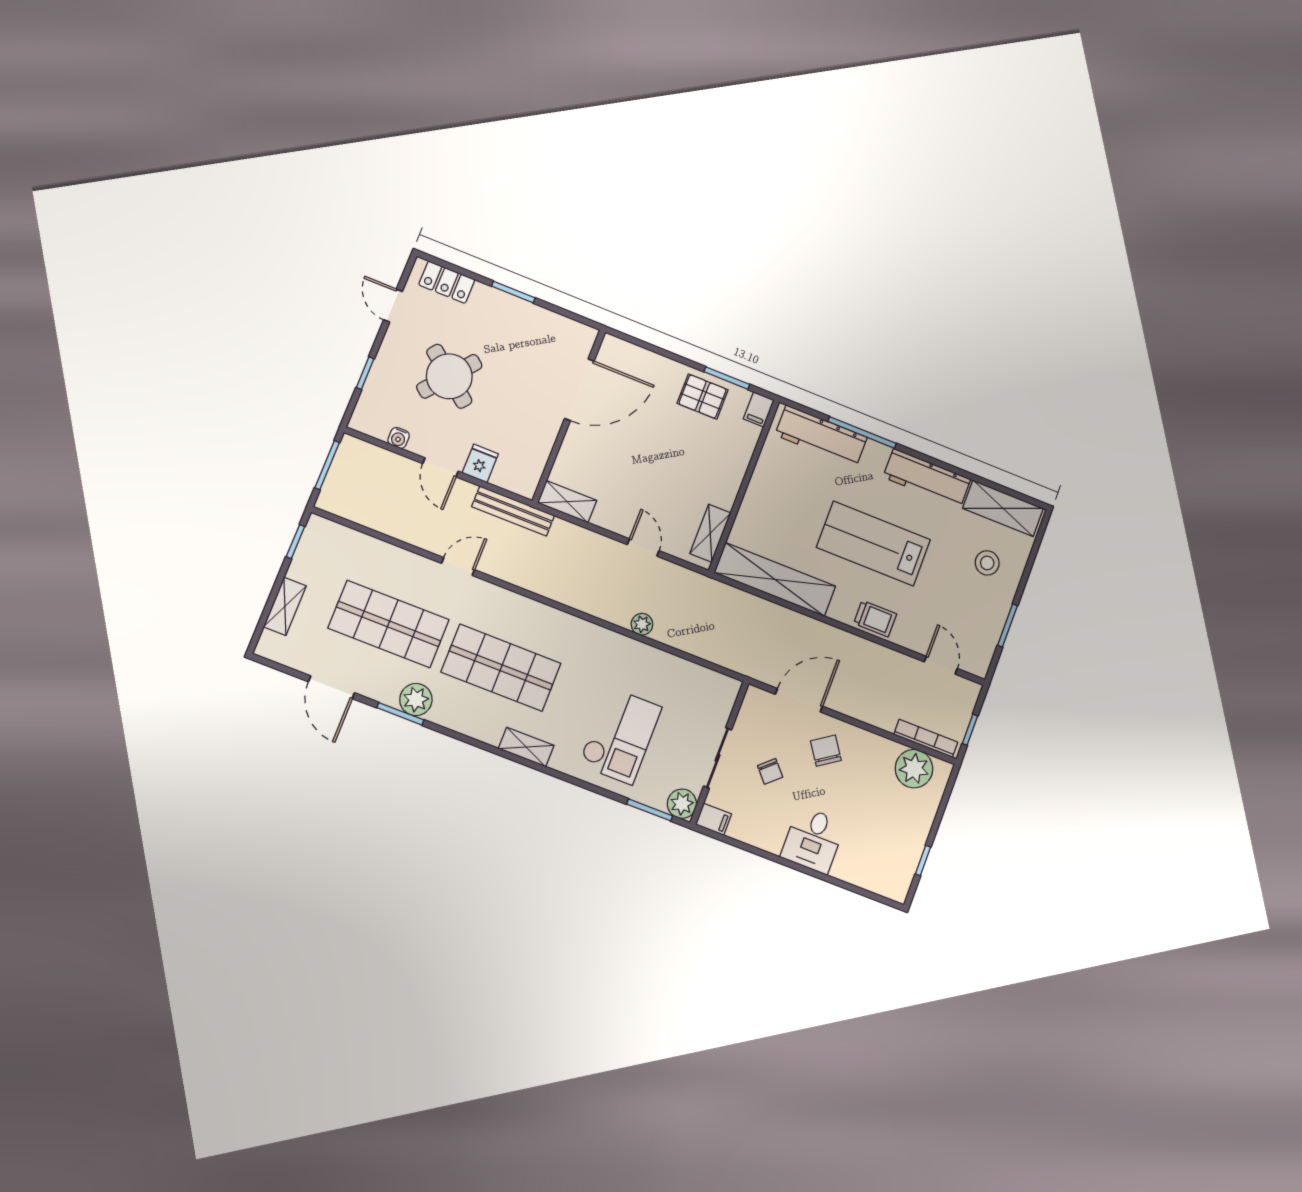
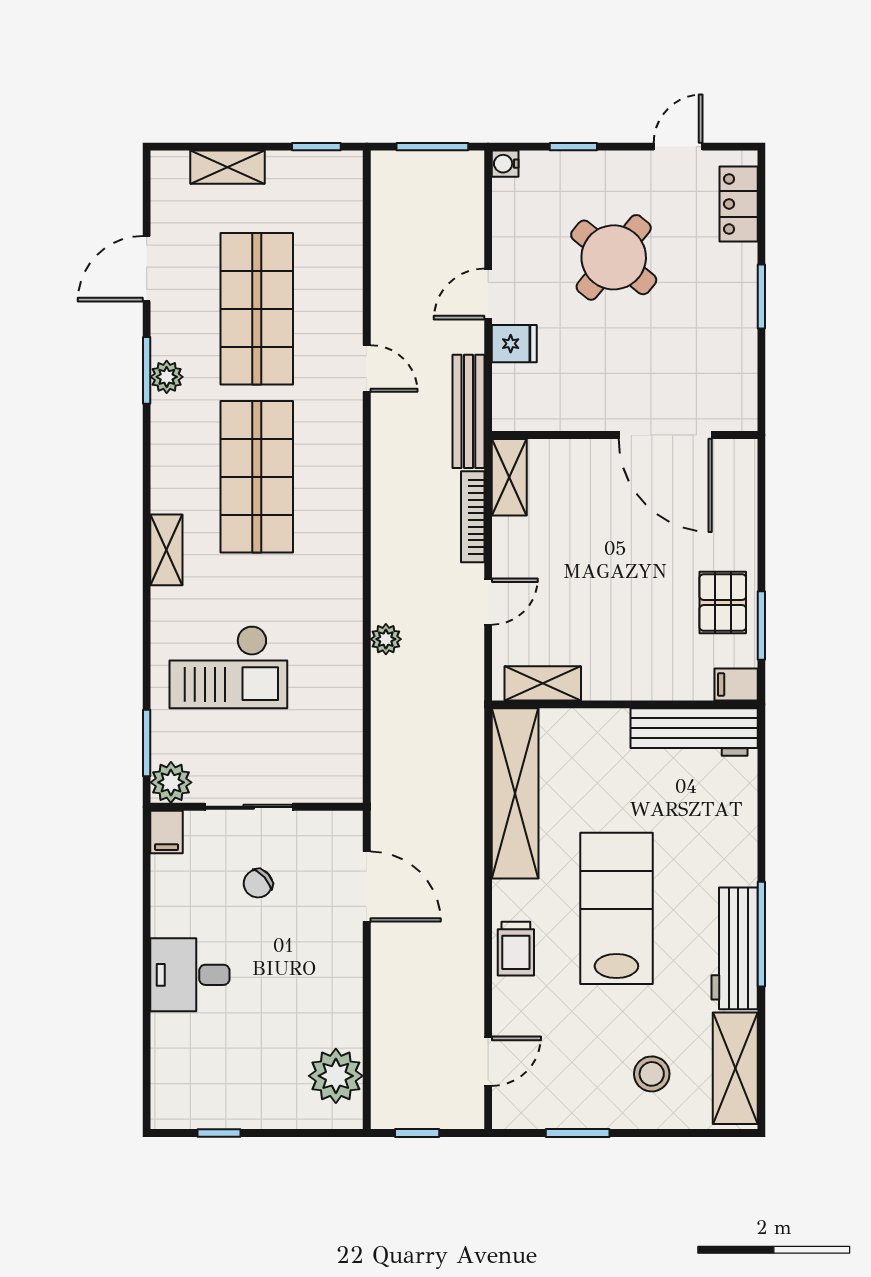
window: (862, 432) -> (761, 934), moved
workbench: (821, 436) -> (694, 732), moved, turned -90
water cooler: (399, 438) -> (505, 164), moved
plant: (416, 700) -> (167, 377), width x0.73, depth x0.73
bookcase: (926, 738) -> (473, 517), moved, turned 180
chair: (826, 751) -> (314, 948), removed

